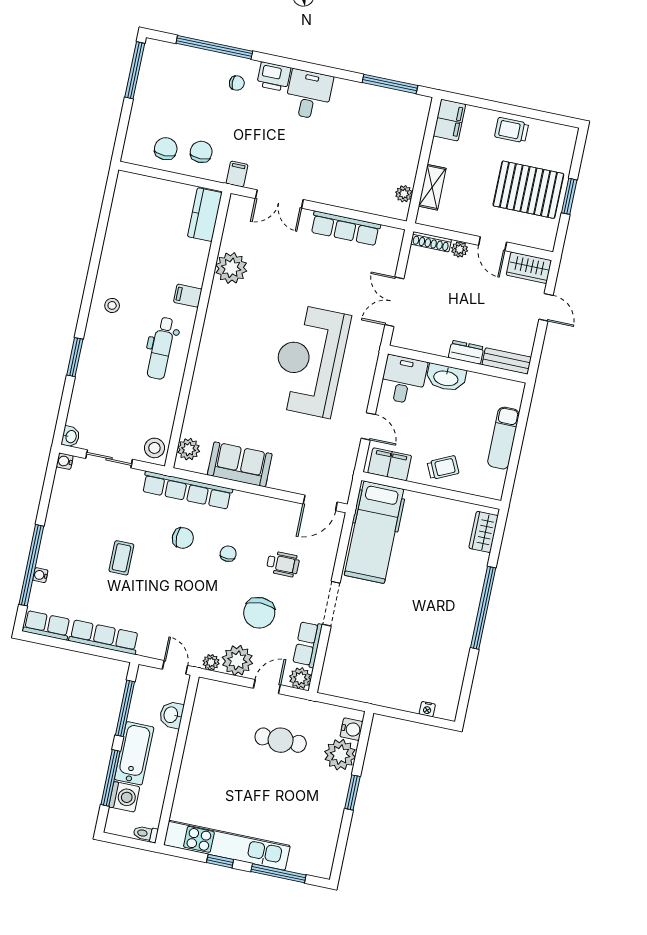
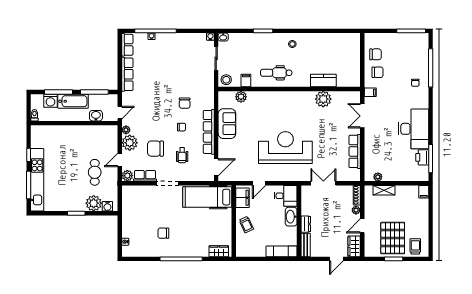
printer: (274, 77) -> (422, 157), moved
desk: (309, 95) -> (414, 129), width x1.87, depth x1.30
filing cabinet: (449, 120) -> (424, 192), width x0.50
trolley: (512, 130) -> (415, 246), moved
kitchen counter: (205, 215) -> (323, 81), moved
filing cabinet: (188, 296) -> (246, 80), moved
exam couch: (504, 438) -> (281, 251), moved
plant: (189, 449) -> (241, 97), moved
row of seats: (187, 490) -> (209, 132), moved
door: (320, 503) -> (216, 167), swing flipped
coffee table: (121, 558) -> (168, 75), removed
chair: (426, 632) -> (163, 233), added
door: (267, 687) -> (120, 160), swing flipped
kitchen unit: (227, 845) -> (37, 180), moved

